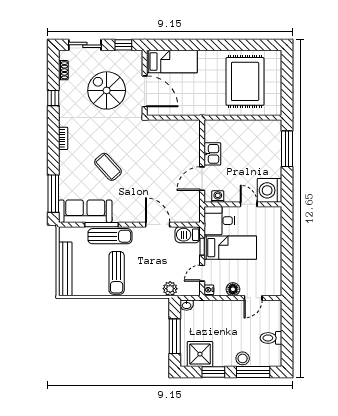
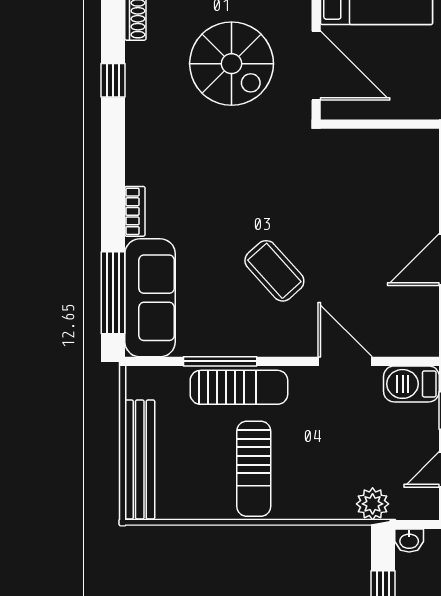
spiral stairs: (107, 90) -> (232, 64), turned 180
bookcase: (63, 138) -> (135, 211), moved
coffee table: (108, 167) -> (274, 271), moved
sofa: (85, 211) -> (150, 298), moved, turned 90

